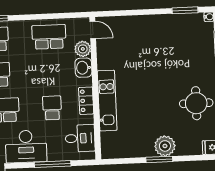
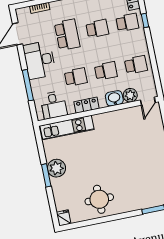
school desk: (49, 37) -> (136, 65), width x0.54
school desk: (50, 72) -> (106, 71), added
kitchen unit: (107, 101) -> (67, 128), moved
plant: (165, 146) -> (56, 168), moved

